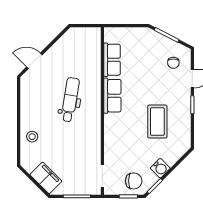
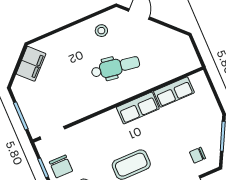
stool: (32, 137) -> (101, 31), moved
filing cabinet: (46, 178) -> (31, 64), moved

